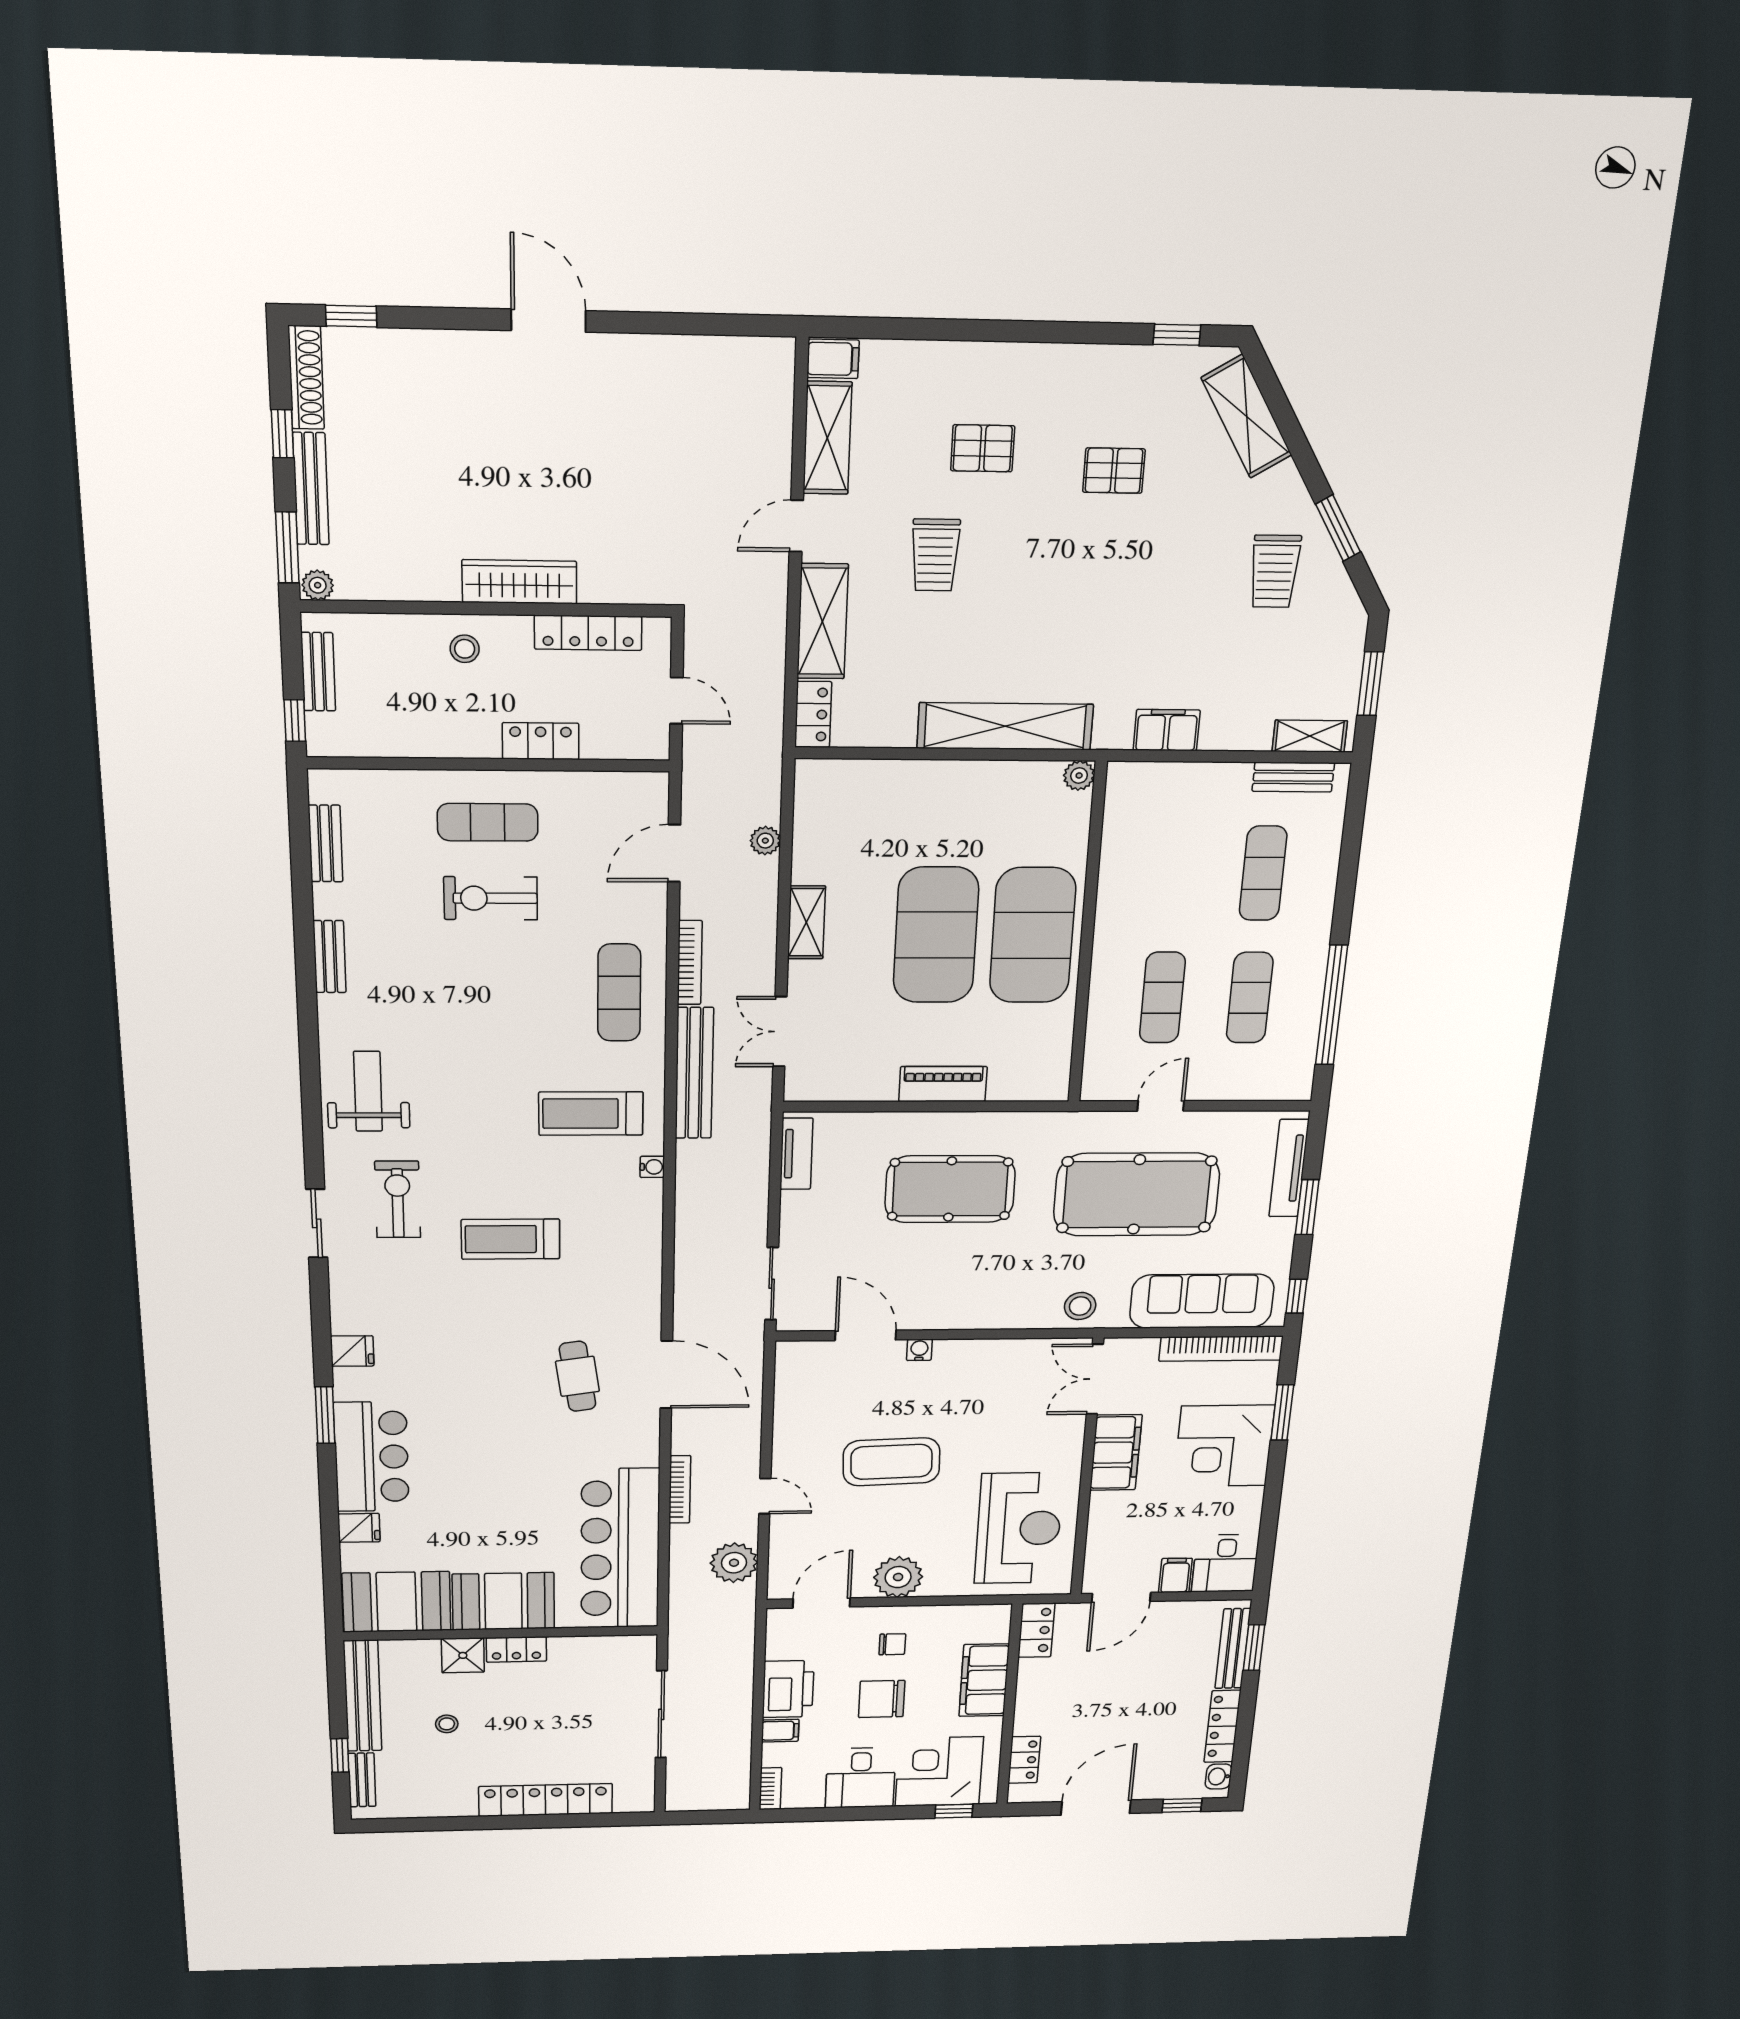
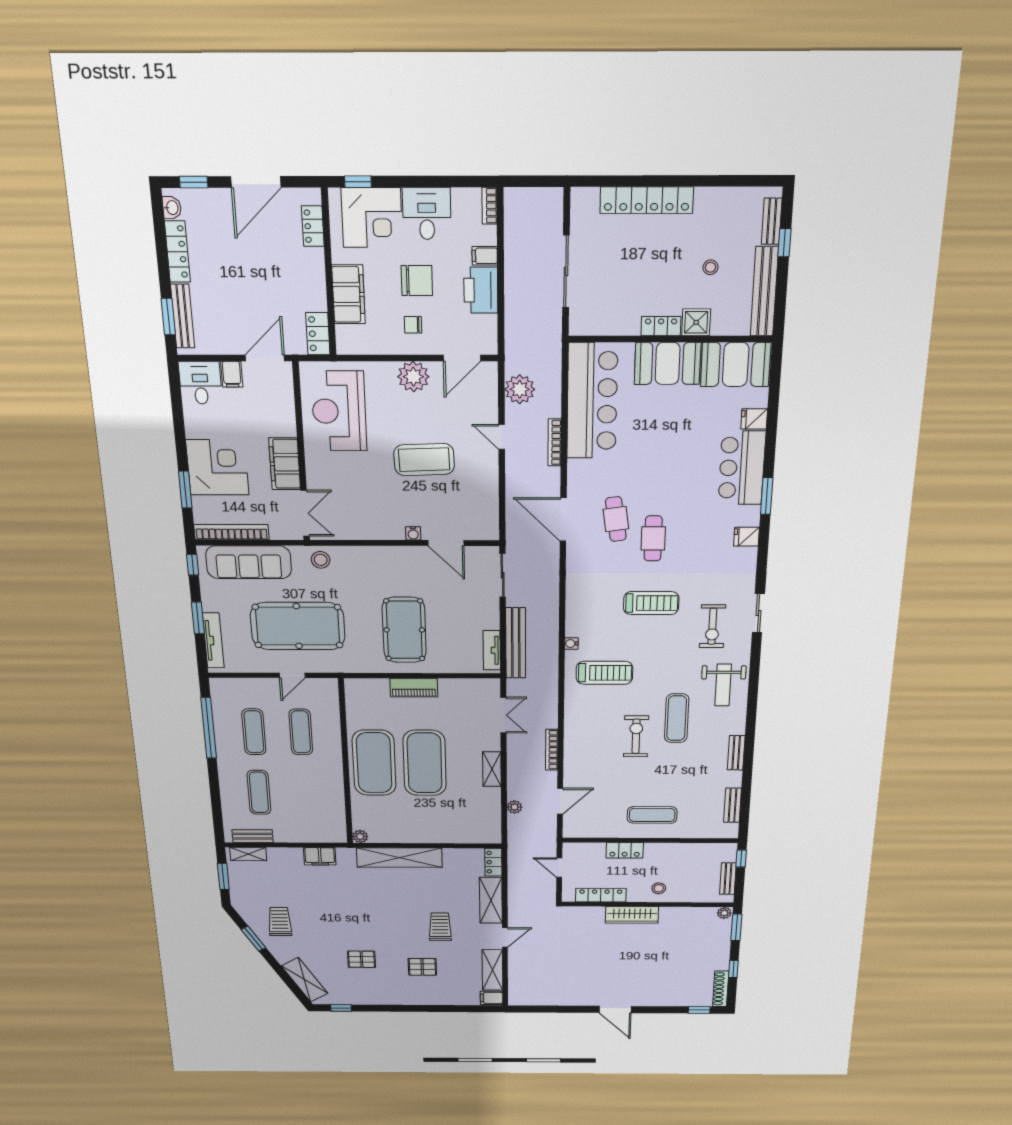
bench: (311, 489) -> (723, 949), removed
exercise bike: (491, 898) -> (636, 736), moved, turned -90
exercise mat: (619, 993) -> (677, 718), moved
bench: (694, 1073) -> (516, 643), moved
pool table: (950, 1189) -> (404, 630), turned 90
cafe table: (513, 1346) -> (653, 538), added

